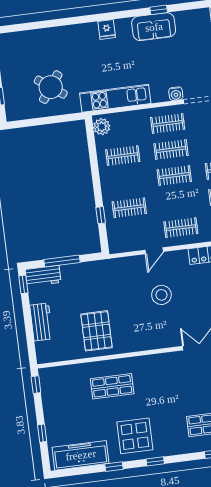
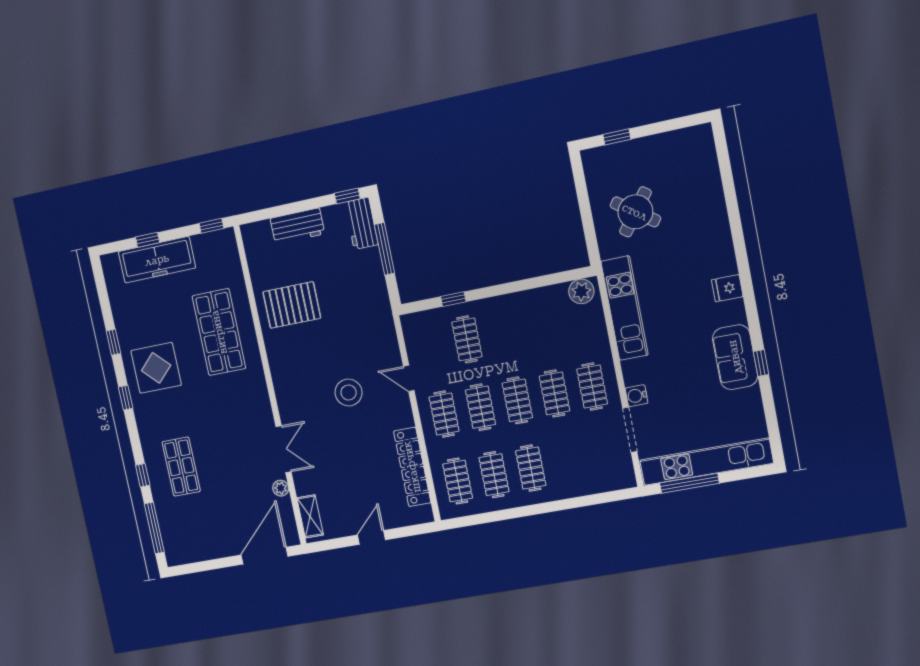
clothes rail: (123, 156) -> (480, 407), moved
shop shelf: (112, 386) -> (219, 332), width x1.43, depth x1.36
freezer: (81, 455) -> (157, 260), moved, turned 90

